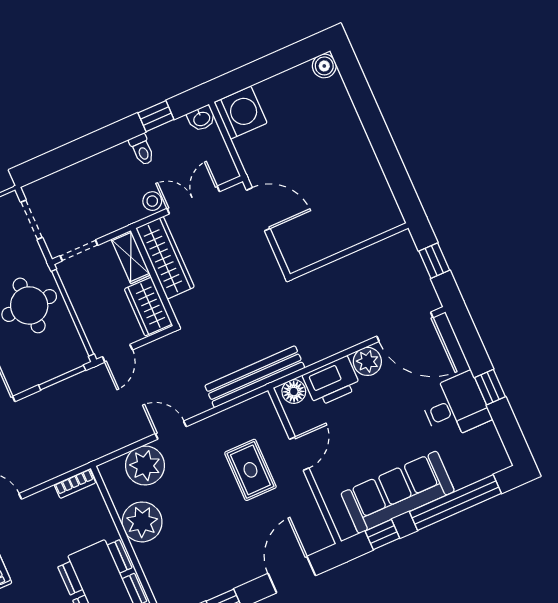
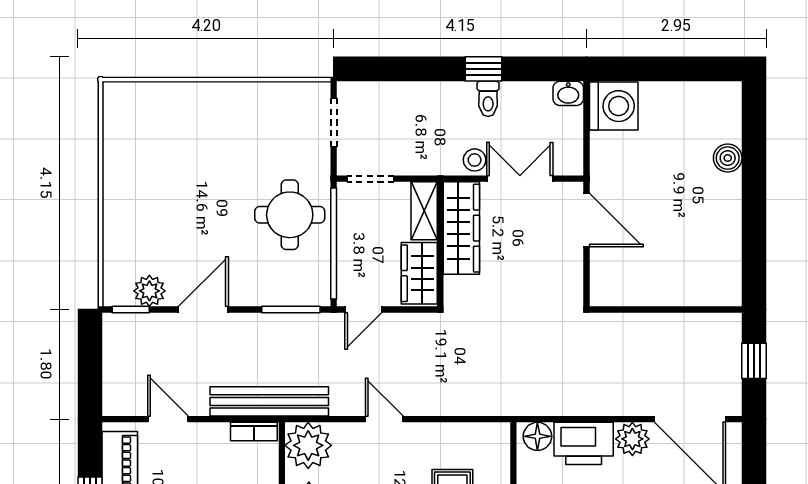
boiler: (324, 66) -> (728, 158), moved
window: (156, 116) -> (483, 69), moved
bench: (255, 377) -> (269, 401), moved
plant: (145, 465) -> (308, 445), moved

